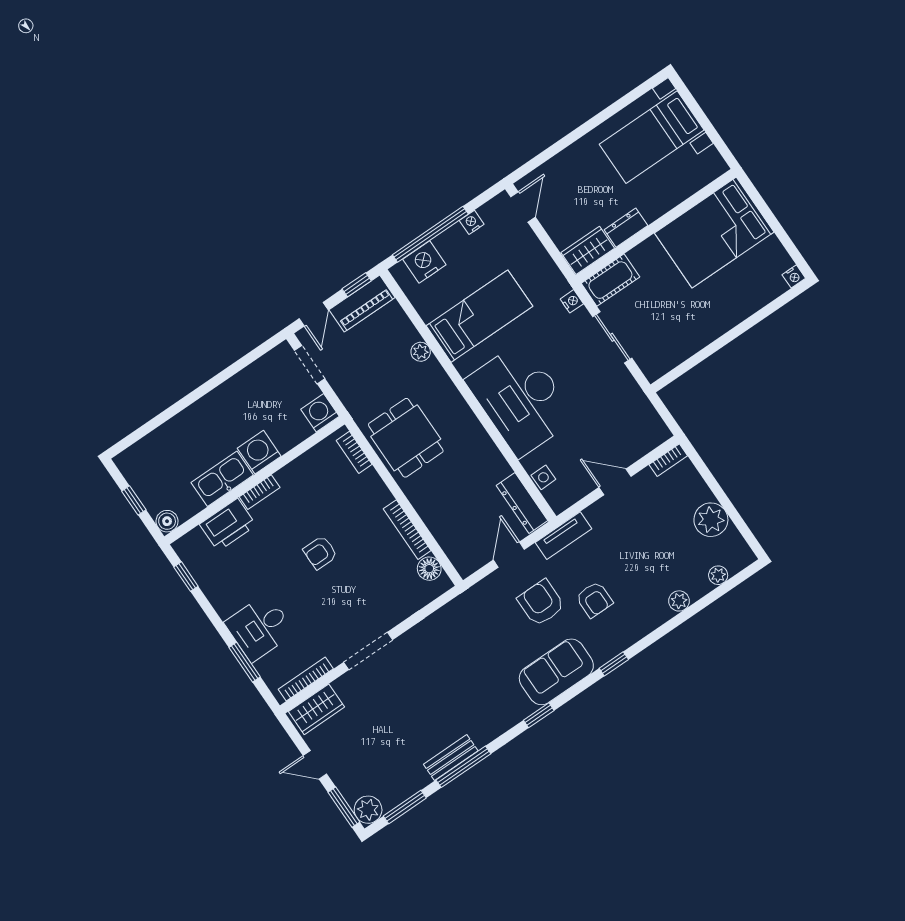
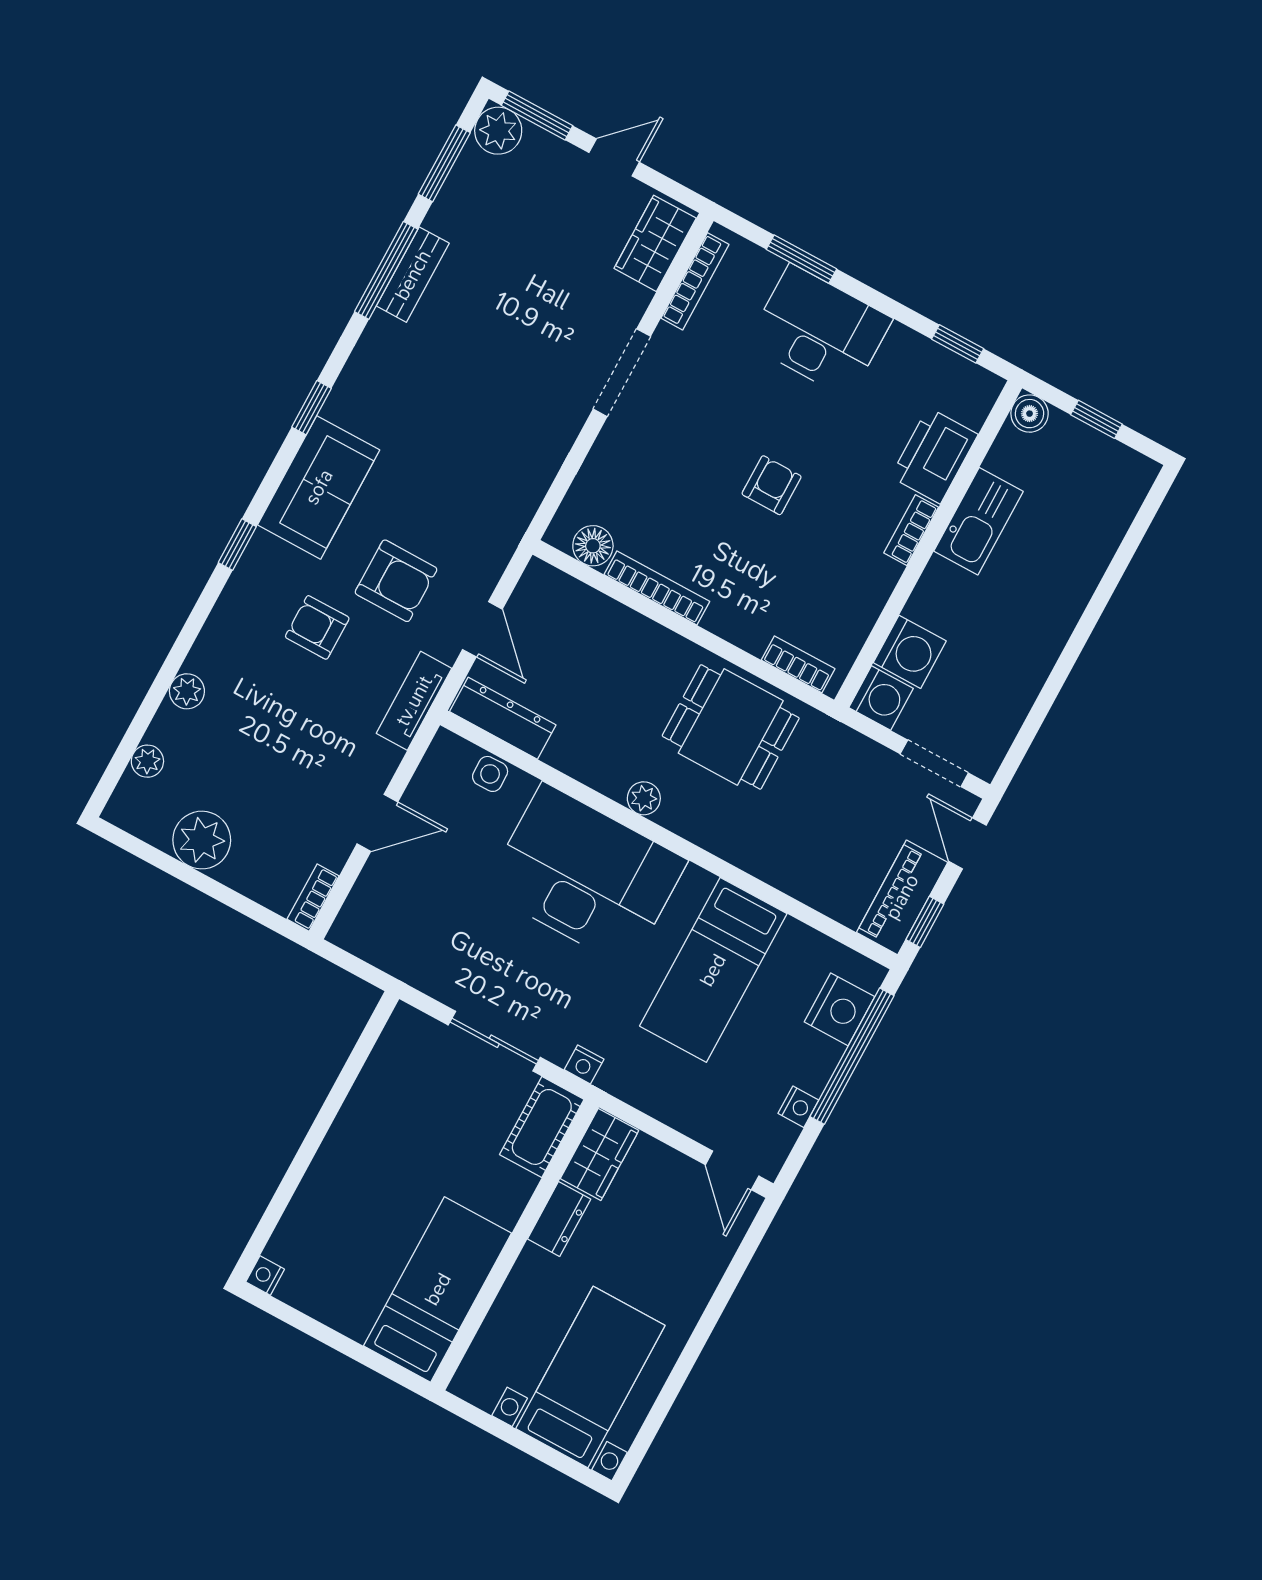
bed: (714, 233) -> (438, 1289), width x0.67
plant: (421, 352) -> (644, 798), moved
washing machine: (259, 452) -> (910, 652), moved
desk: (260, 628) -> (819, 331), width x1.37

